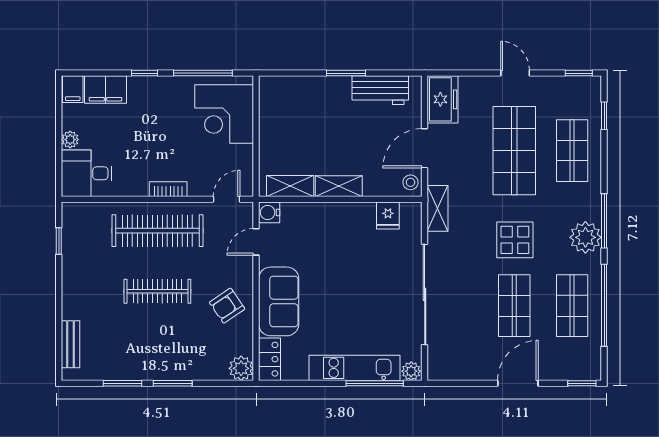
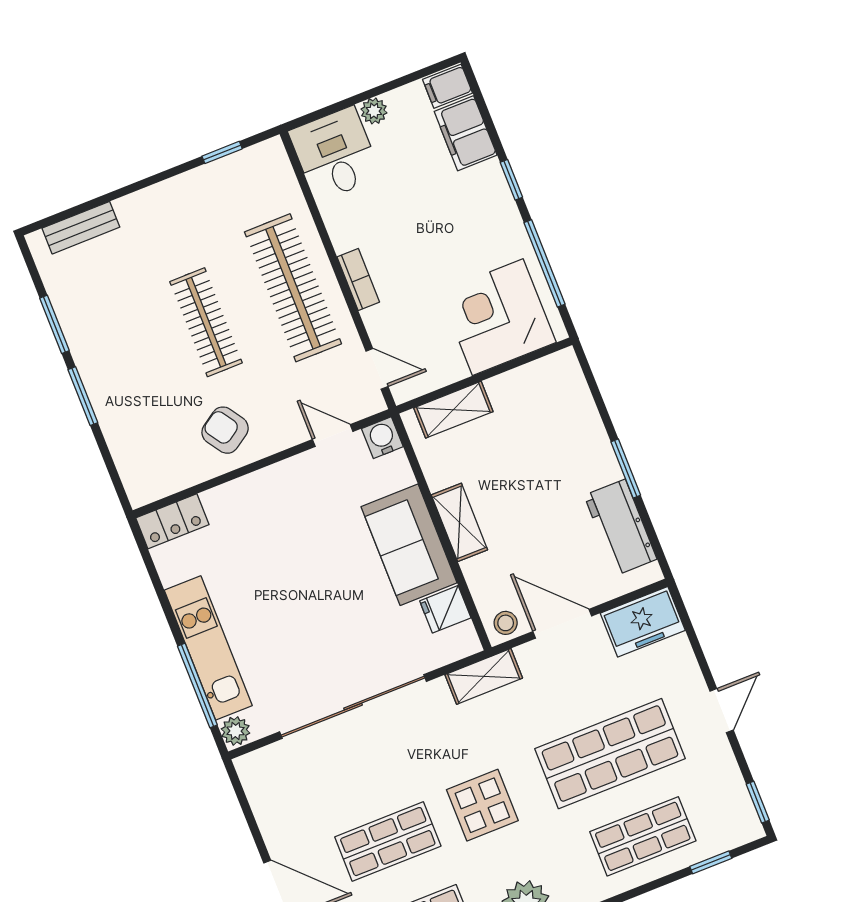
shelving: (290, 186) -> (453, 410), moved, turned 90
sofa: (279, 301) -> (409, 545), moved, turned 90
plant: (241, 368) -> (143, 486), removed

